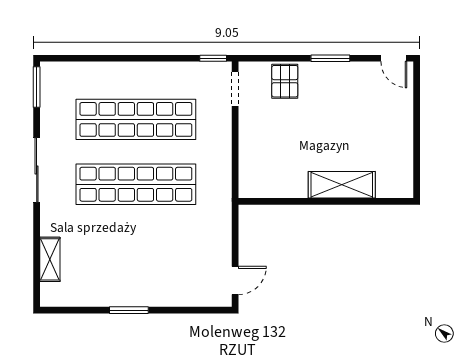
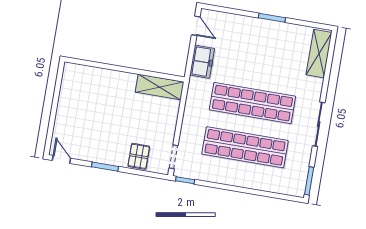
shelving: (342, 185) -> (160, 87), moved
freezer: (218, 231) -> (202, 62), added
shelving: (50, 259) -> (319, 54), width x1.50, depth x1.33
door: (235, 280) -> (196, 26), swing flipped

